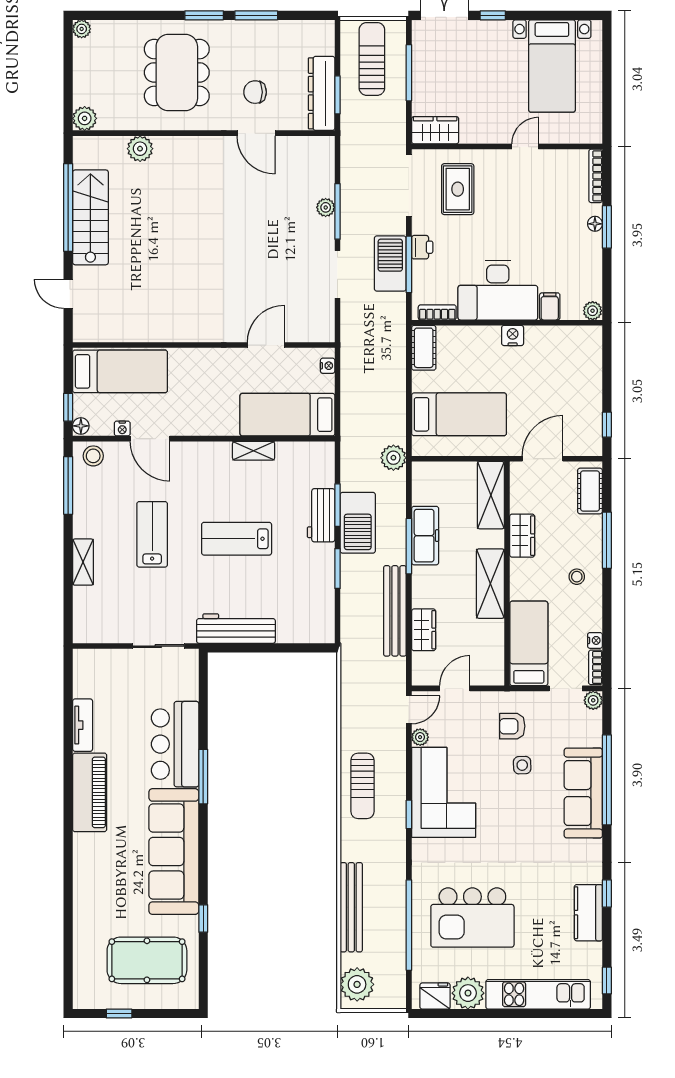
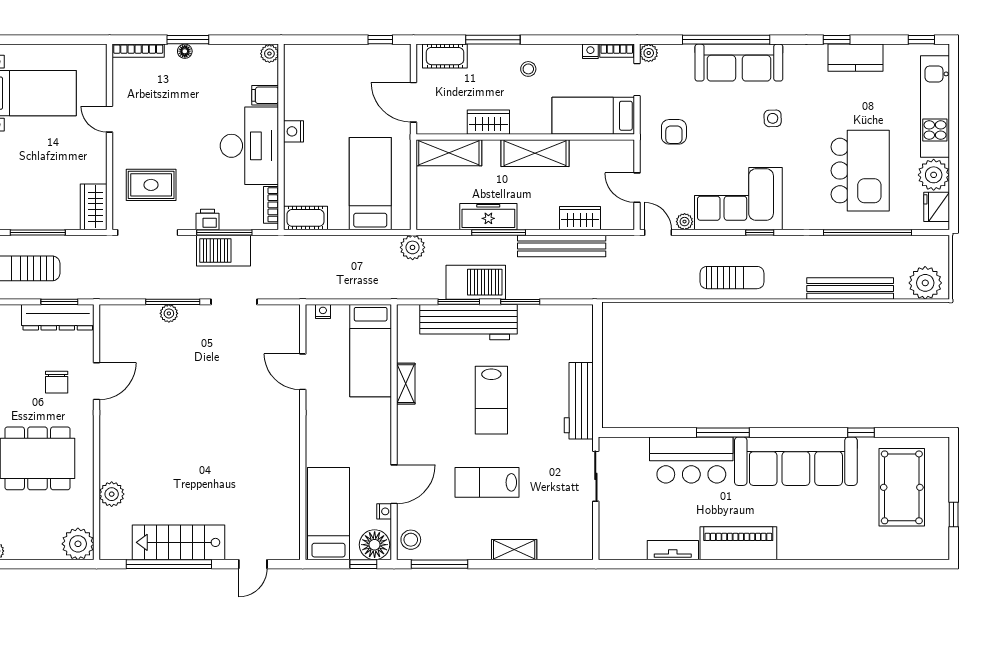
plant: (85, 118) -> (78, 544), width x1.36, depth x1.36
floor lamp: (81, 426) -> (375, 545), width x1.89, depth x1.89
workbench: (321, 515) -> (469, 322), width x1.88, depth x1.32
side table: (522, 765) -> (773, 118), moved

